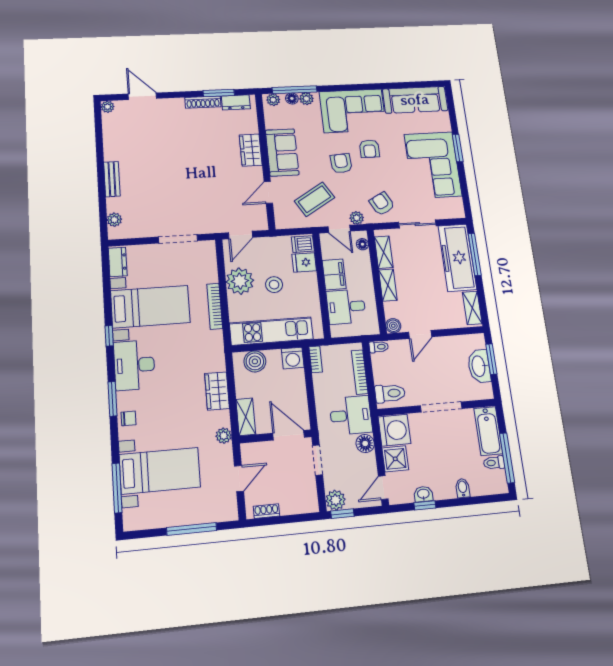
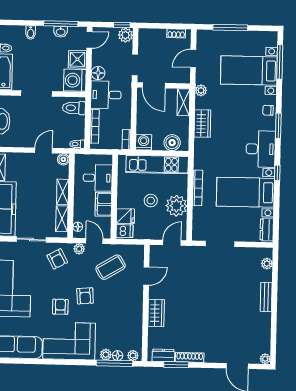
sofa: (282, 152) -> (131, 309), removed
window: (425, 505) -> (61, 24), width x2.17

